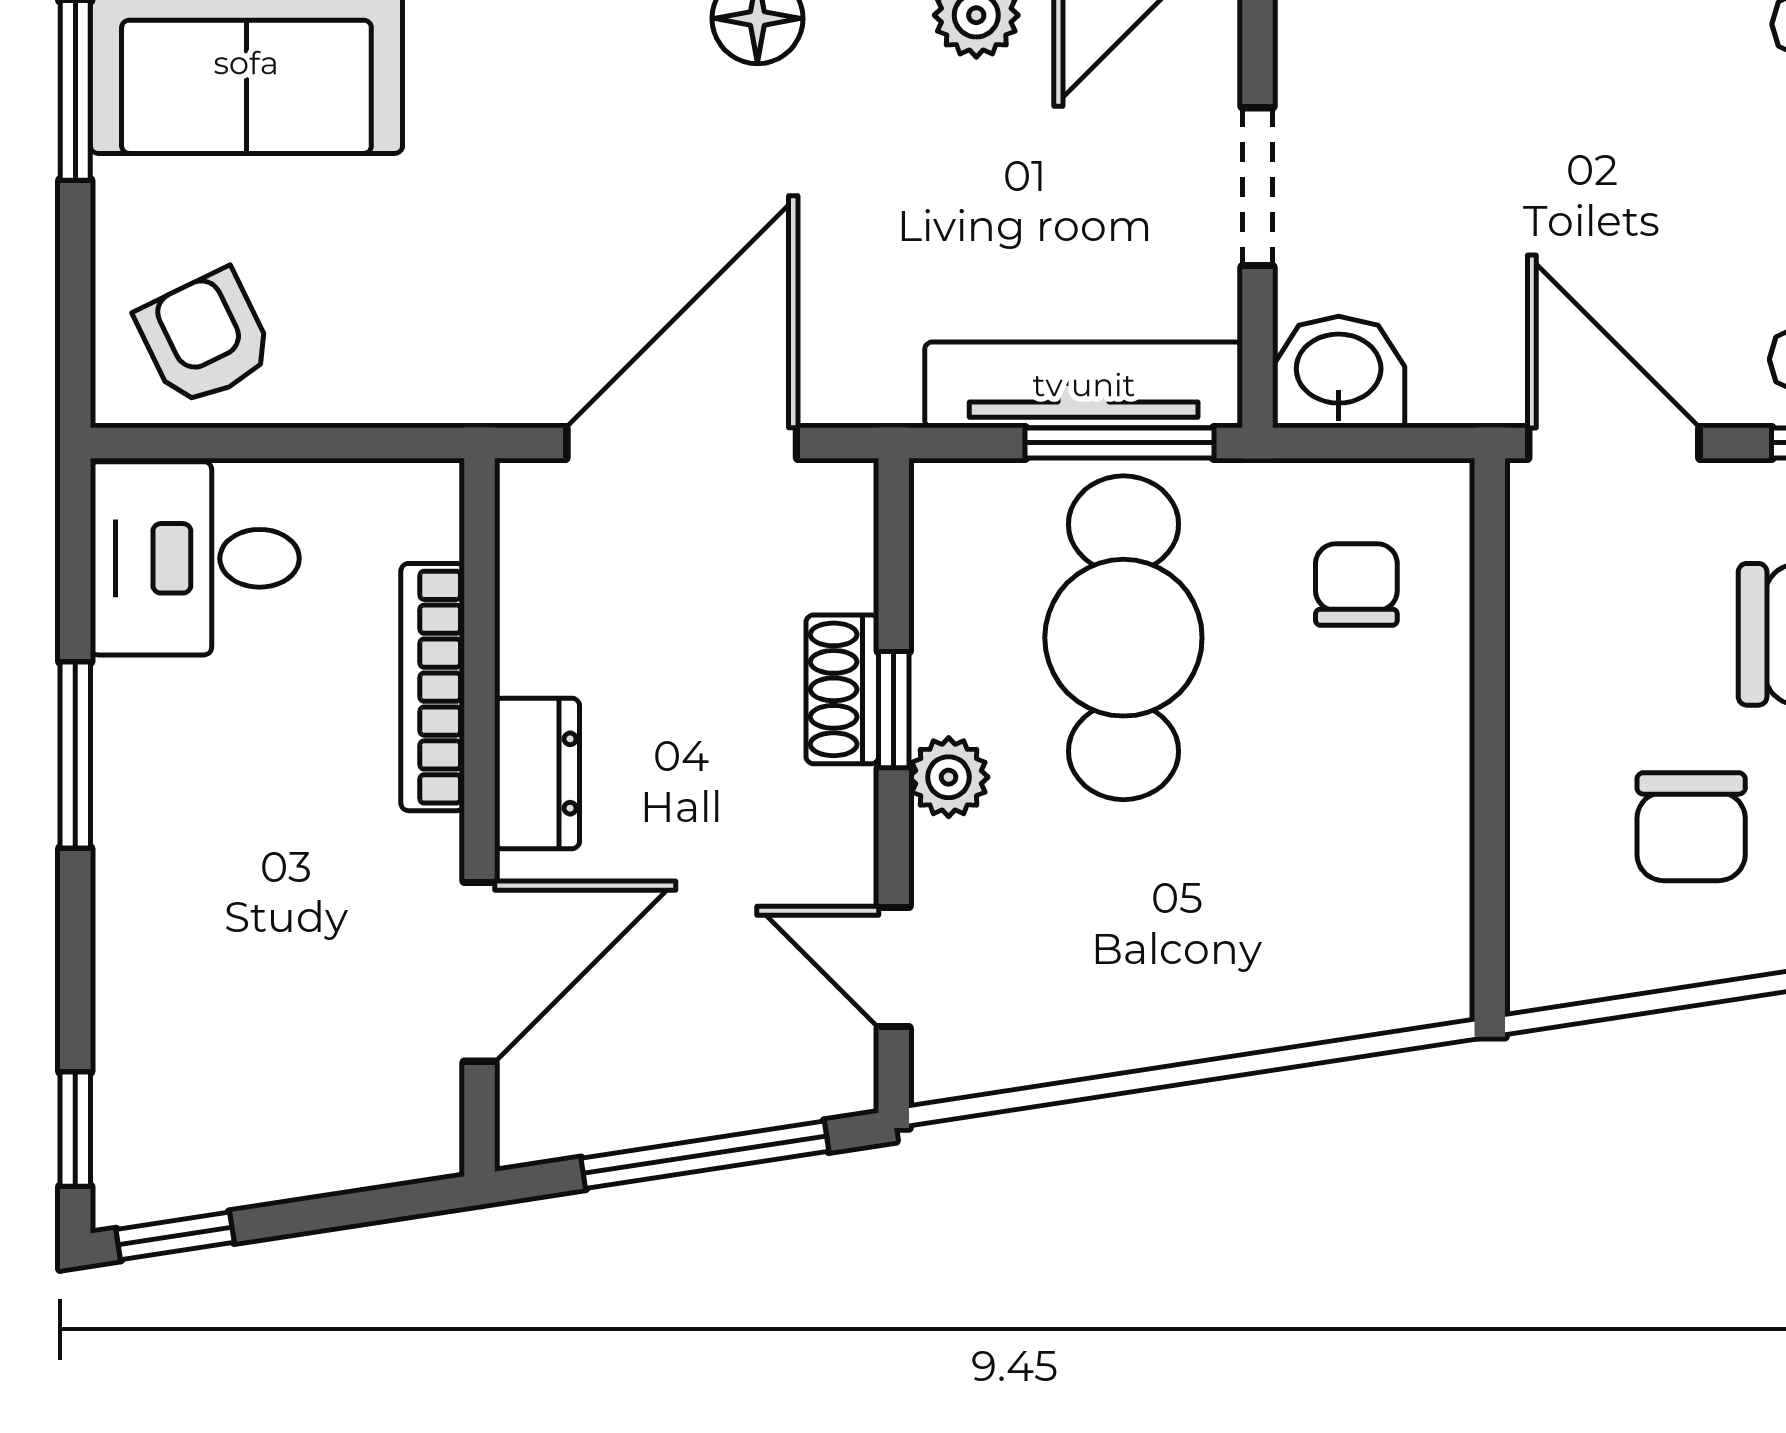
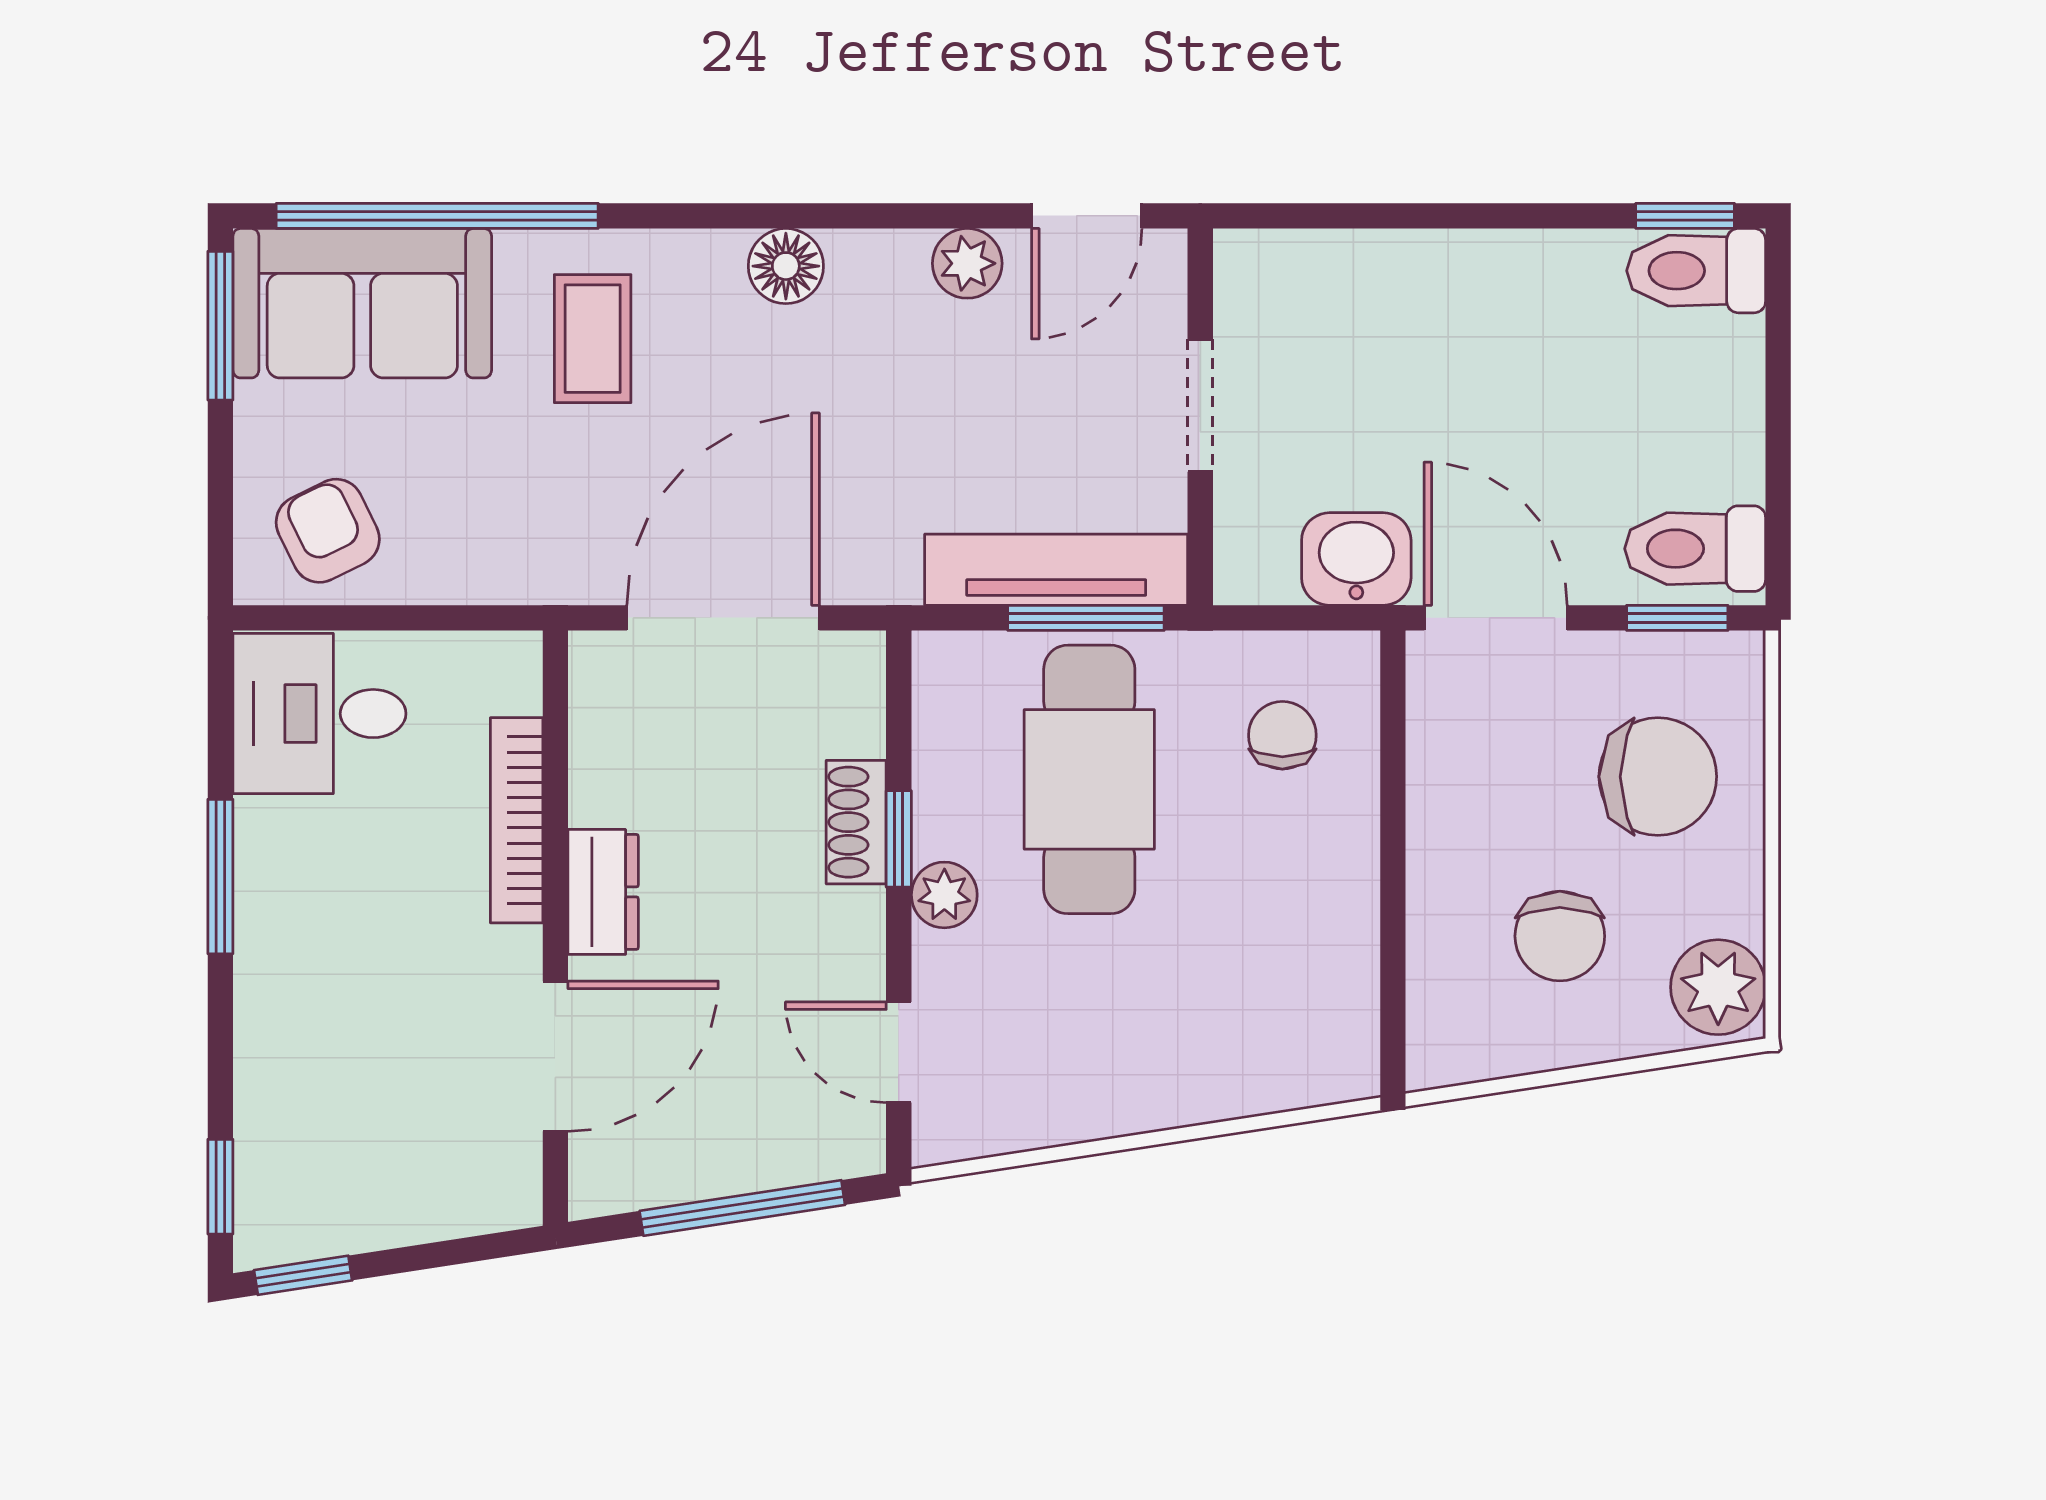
coffee table: (524, 106) -> (593, 339), added
washbasin: (1339, 372) -> (1356, 559), moved

